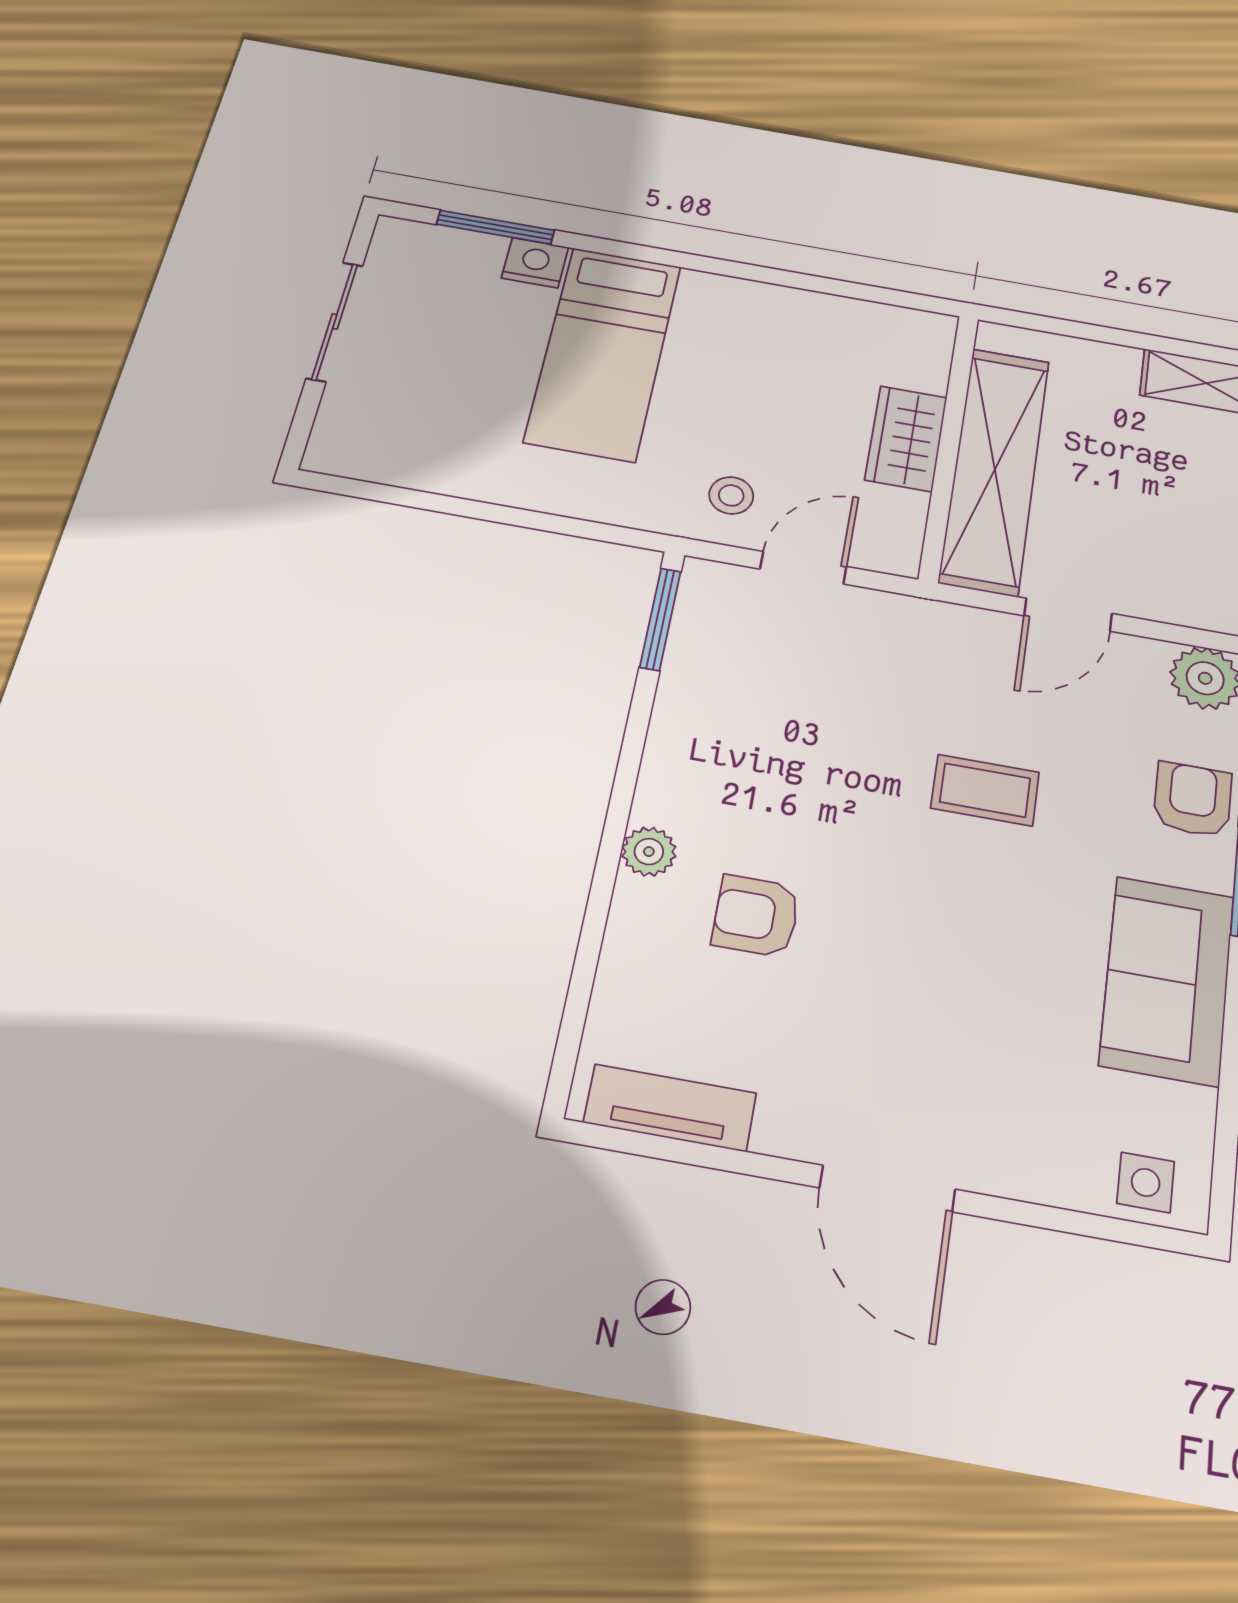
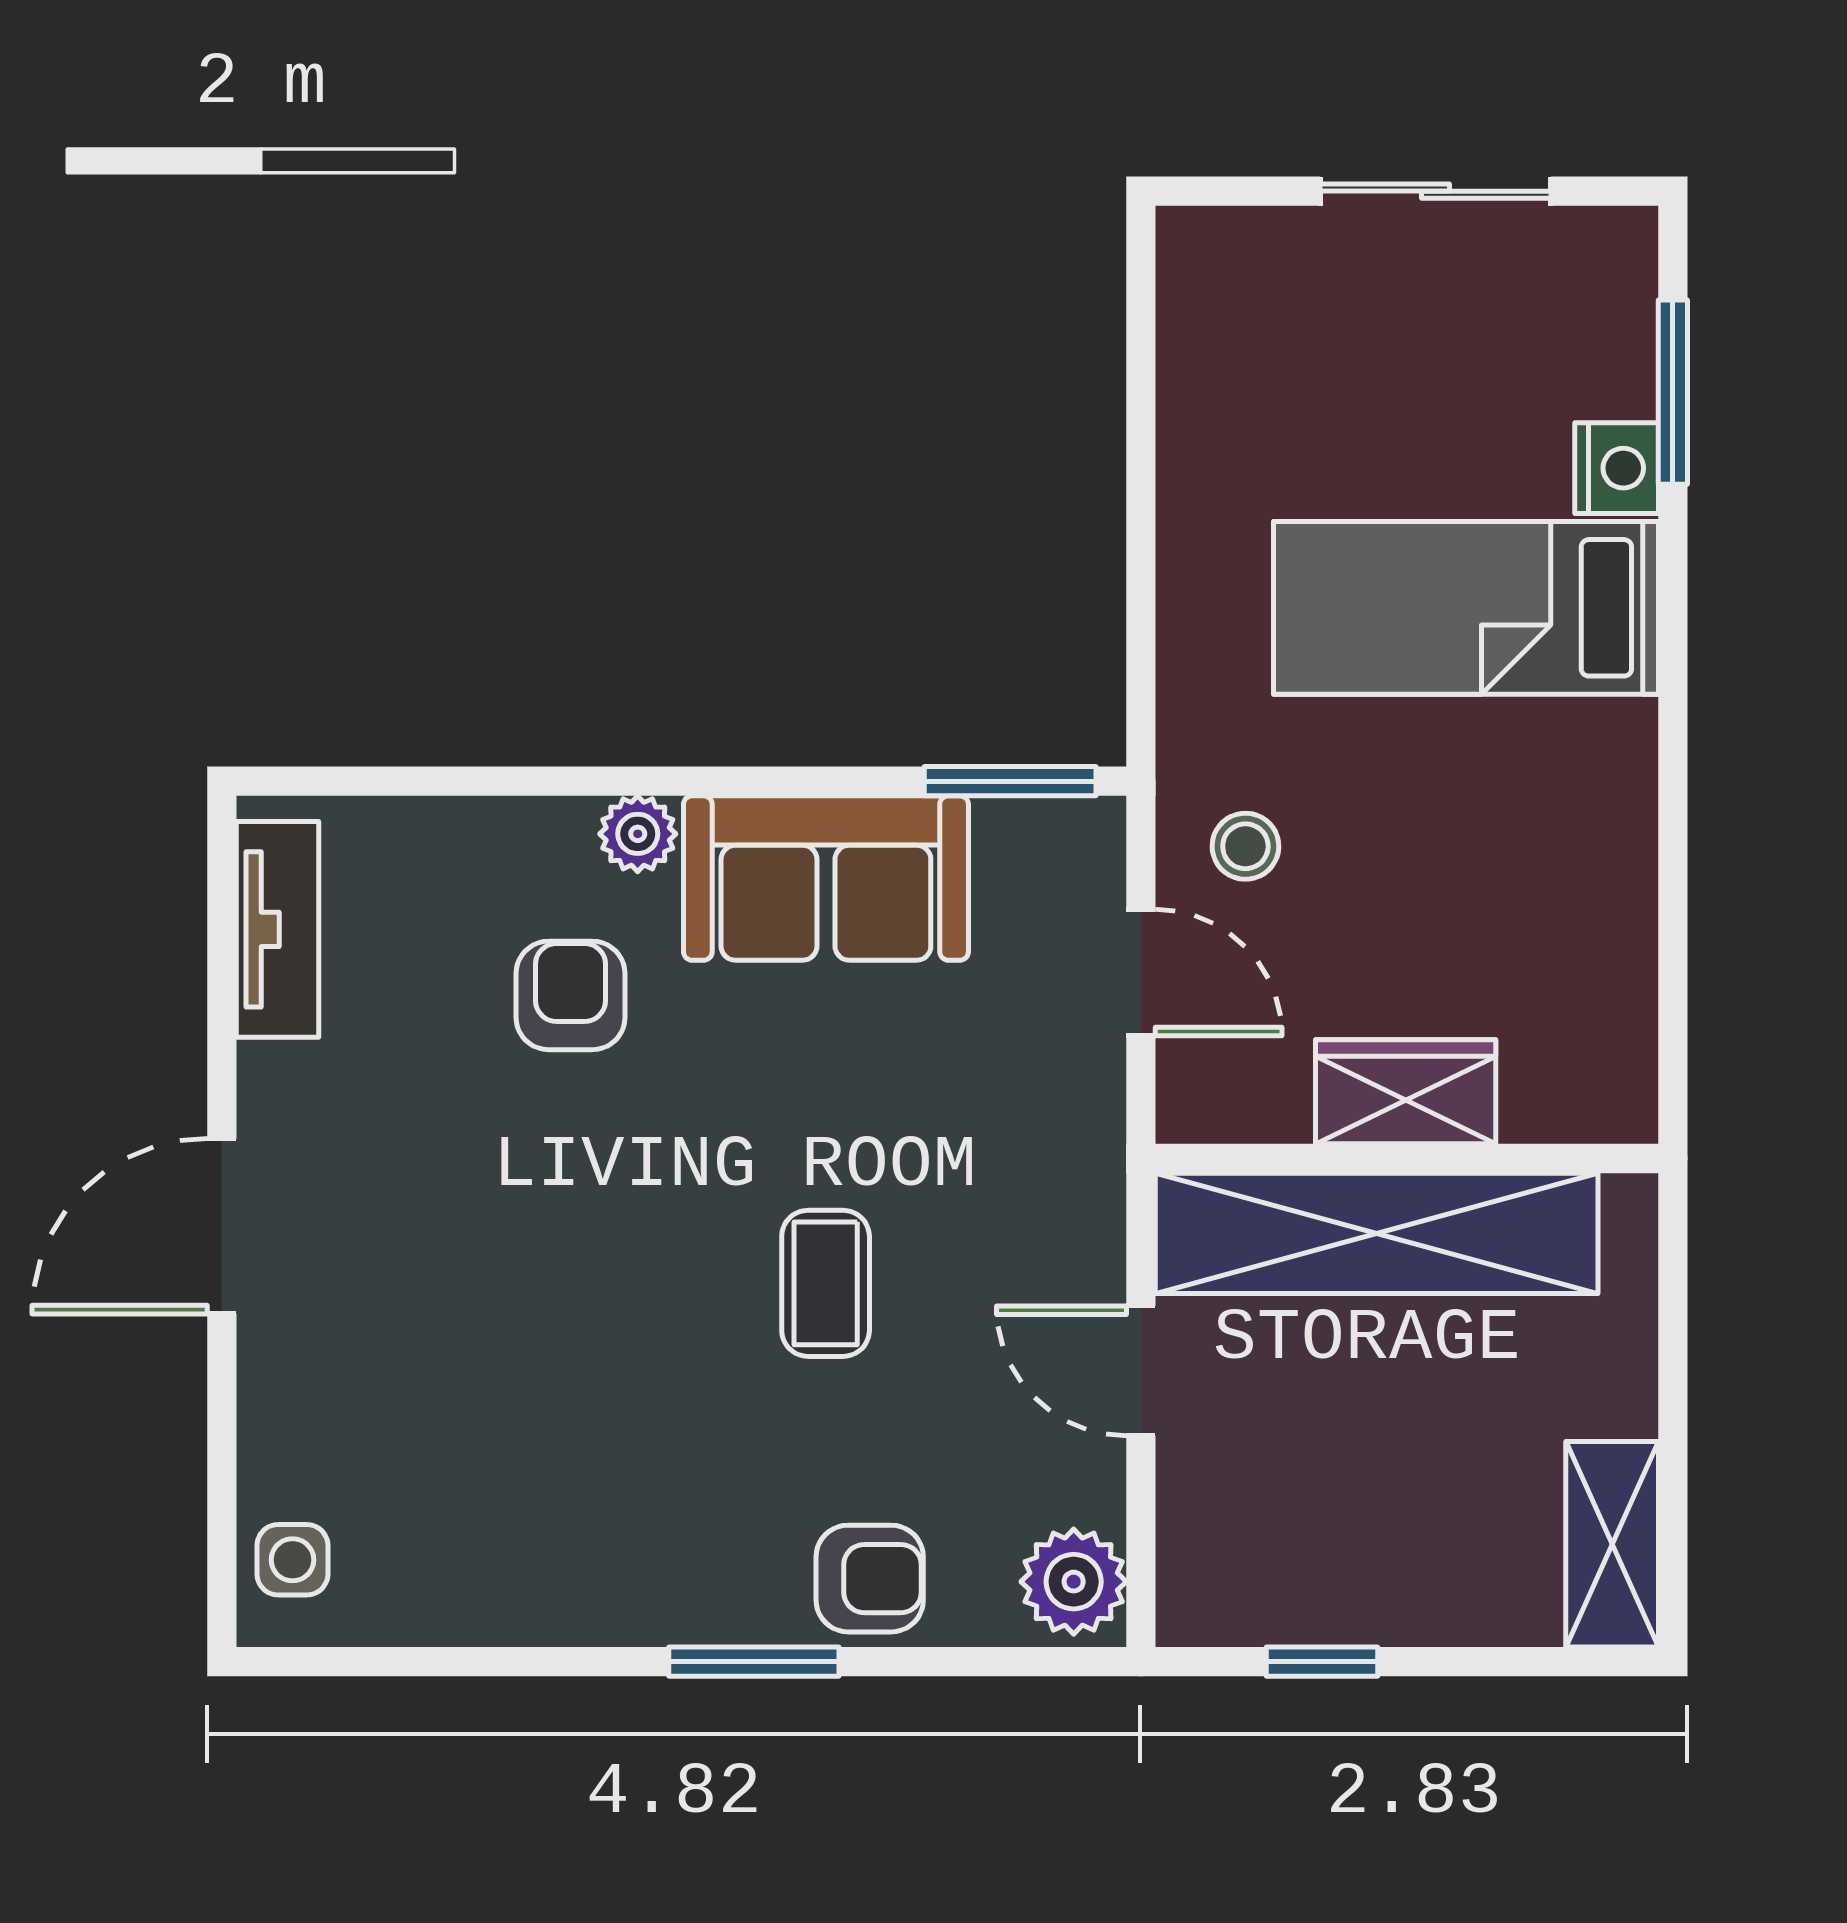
sofa: (1167, 980) -> (826, 878), moved, turned 180

